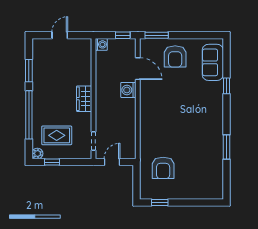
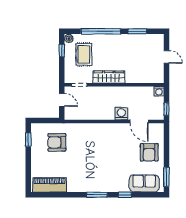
window: (157, 35) -> (167, 177), moved
armchair: (175, 56) -> (149, 152), turned -90
door: (138, 69) -> (139, 121), hinge flipped
wardrobe: (84, 99) -> (109, 77), width x1.50
window: (226, 147) -> (97, 195), moved
piano: (214, 177) -> (50, 185), added

